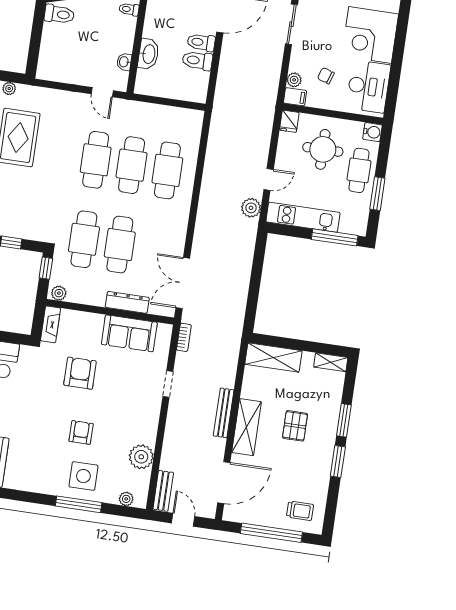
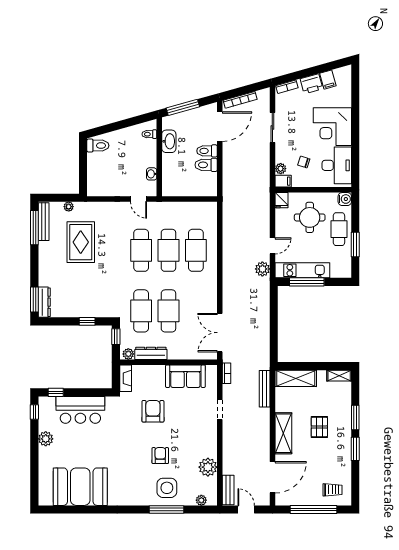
washbasin: (148, 54) -> (169, 141), moved
window: (335, 237) -> (307, 282), moved
dresser: (127, 302) -> (151, 353), moved
bench: (224, 413) -> (265, 389), moved

